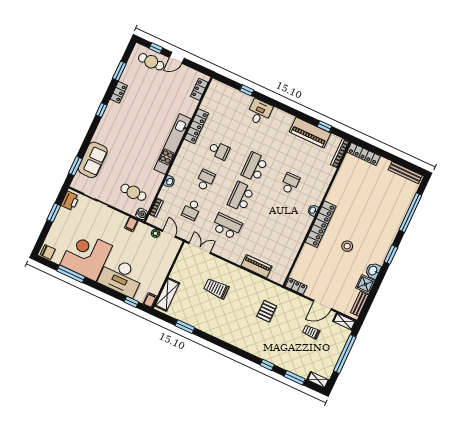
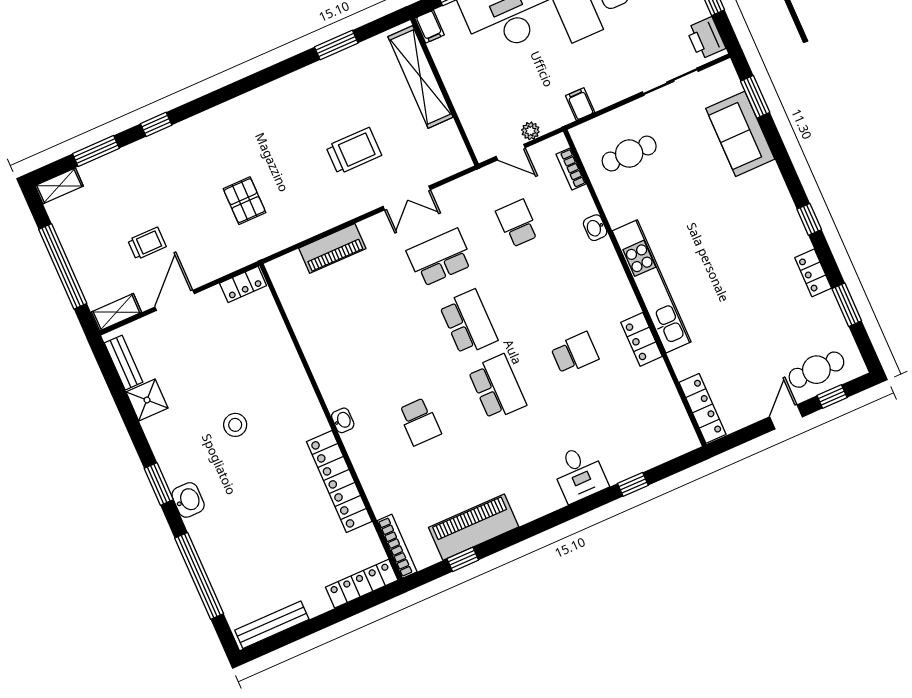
locker: (199, 89) -> (702, 408), width x1.53
locker: (196, 126) -> (642, 339), width x0.66
school desk: (219, 150) -> (575, 353), turned 180
school desk: (205, 180) -> (546, 288), removed
water cooler: (141, 214) -> (582, 136), removed
locker: (321, 224) -> (339, 482), moved
school desk: (227, 226) -> (440, 258), turned 180
double door: (200, 248) -> (407, 198), moved
washbasin: (373, 271) -> (188, 500), moved
shelving: (167, 294) -> (420, 77), width x1.47

